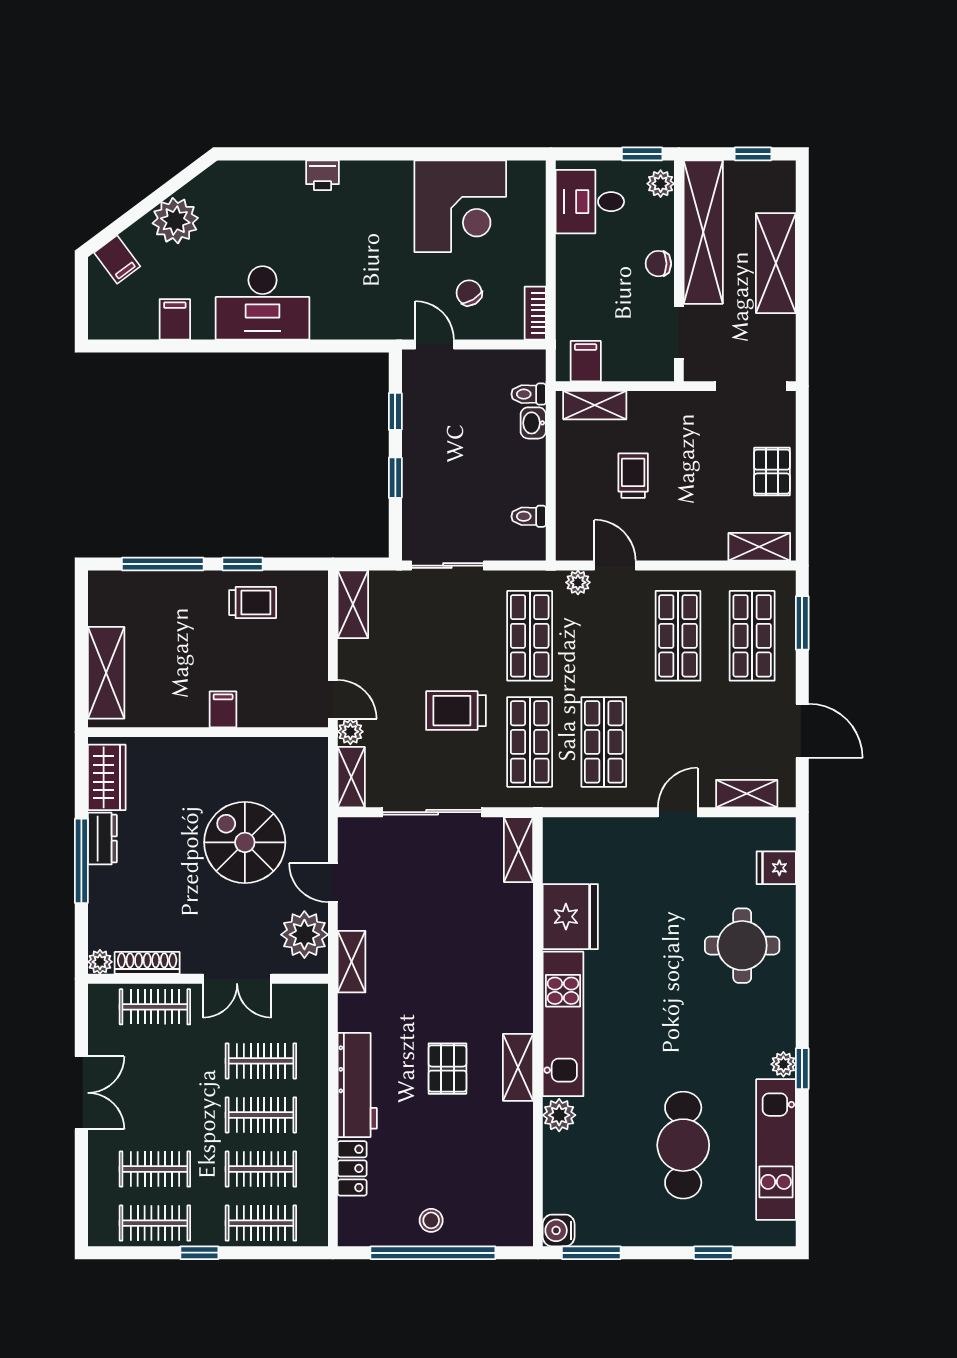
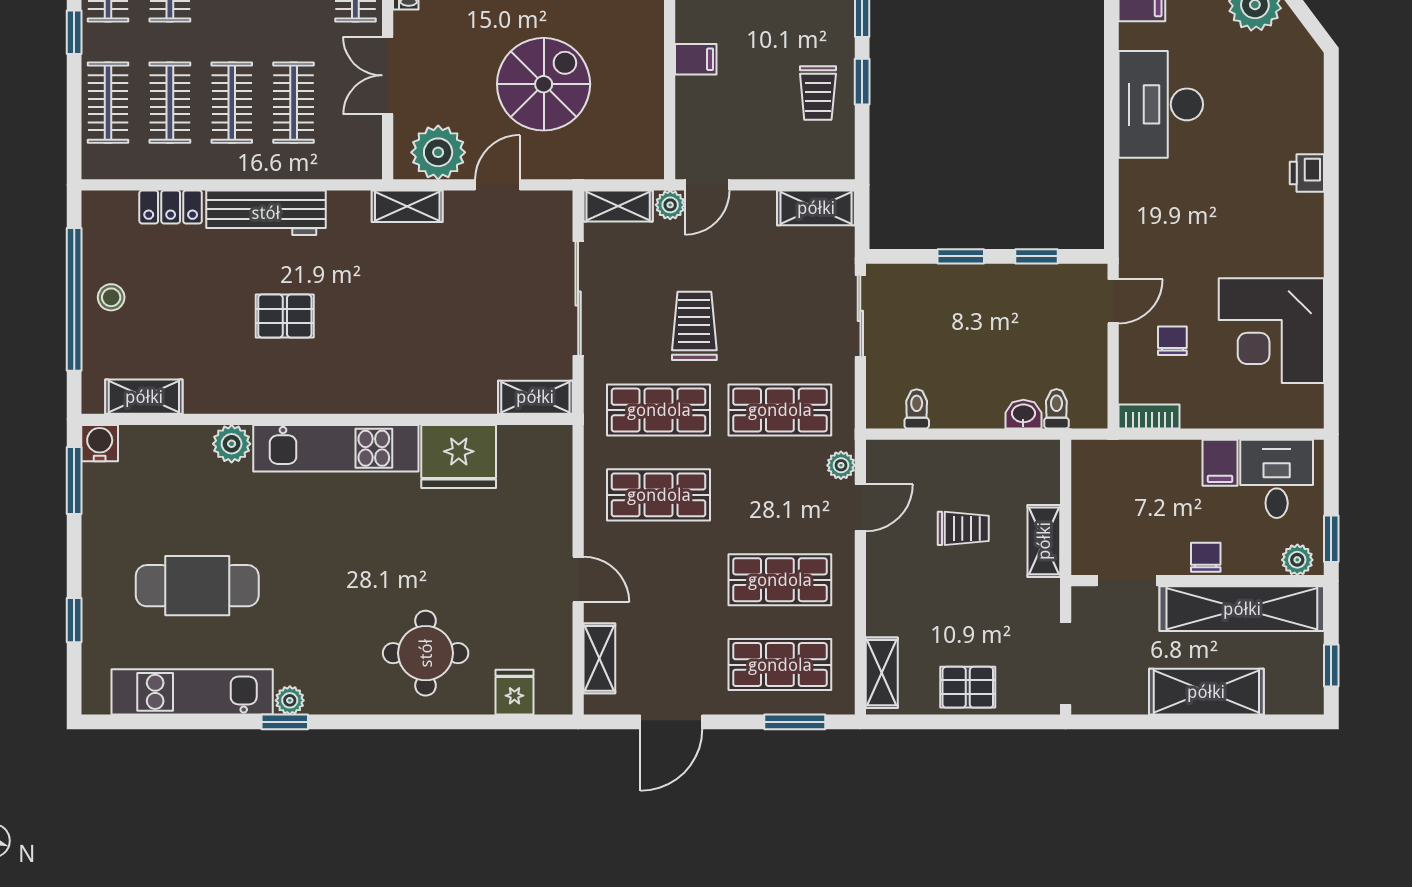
chair: (469, 293) -> (1172, 341), turned -59
filing cabinet: (586, 361) -> (1220, 463), moved, turned 90
shelving: (595, 405) -> (1044, 541), moved
shelving: (518, 1067) -> (144, 397), moved

